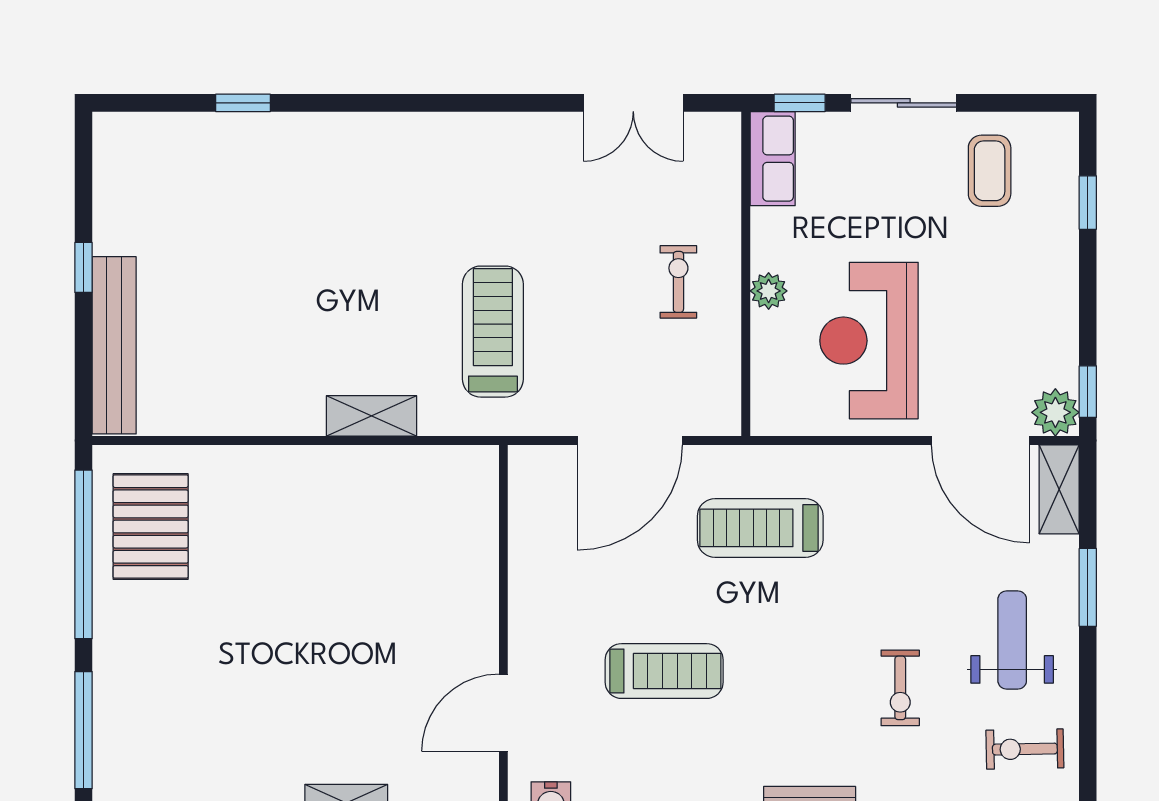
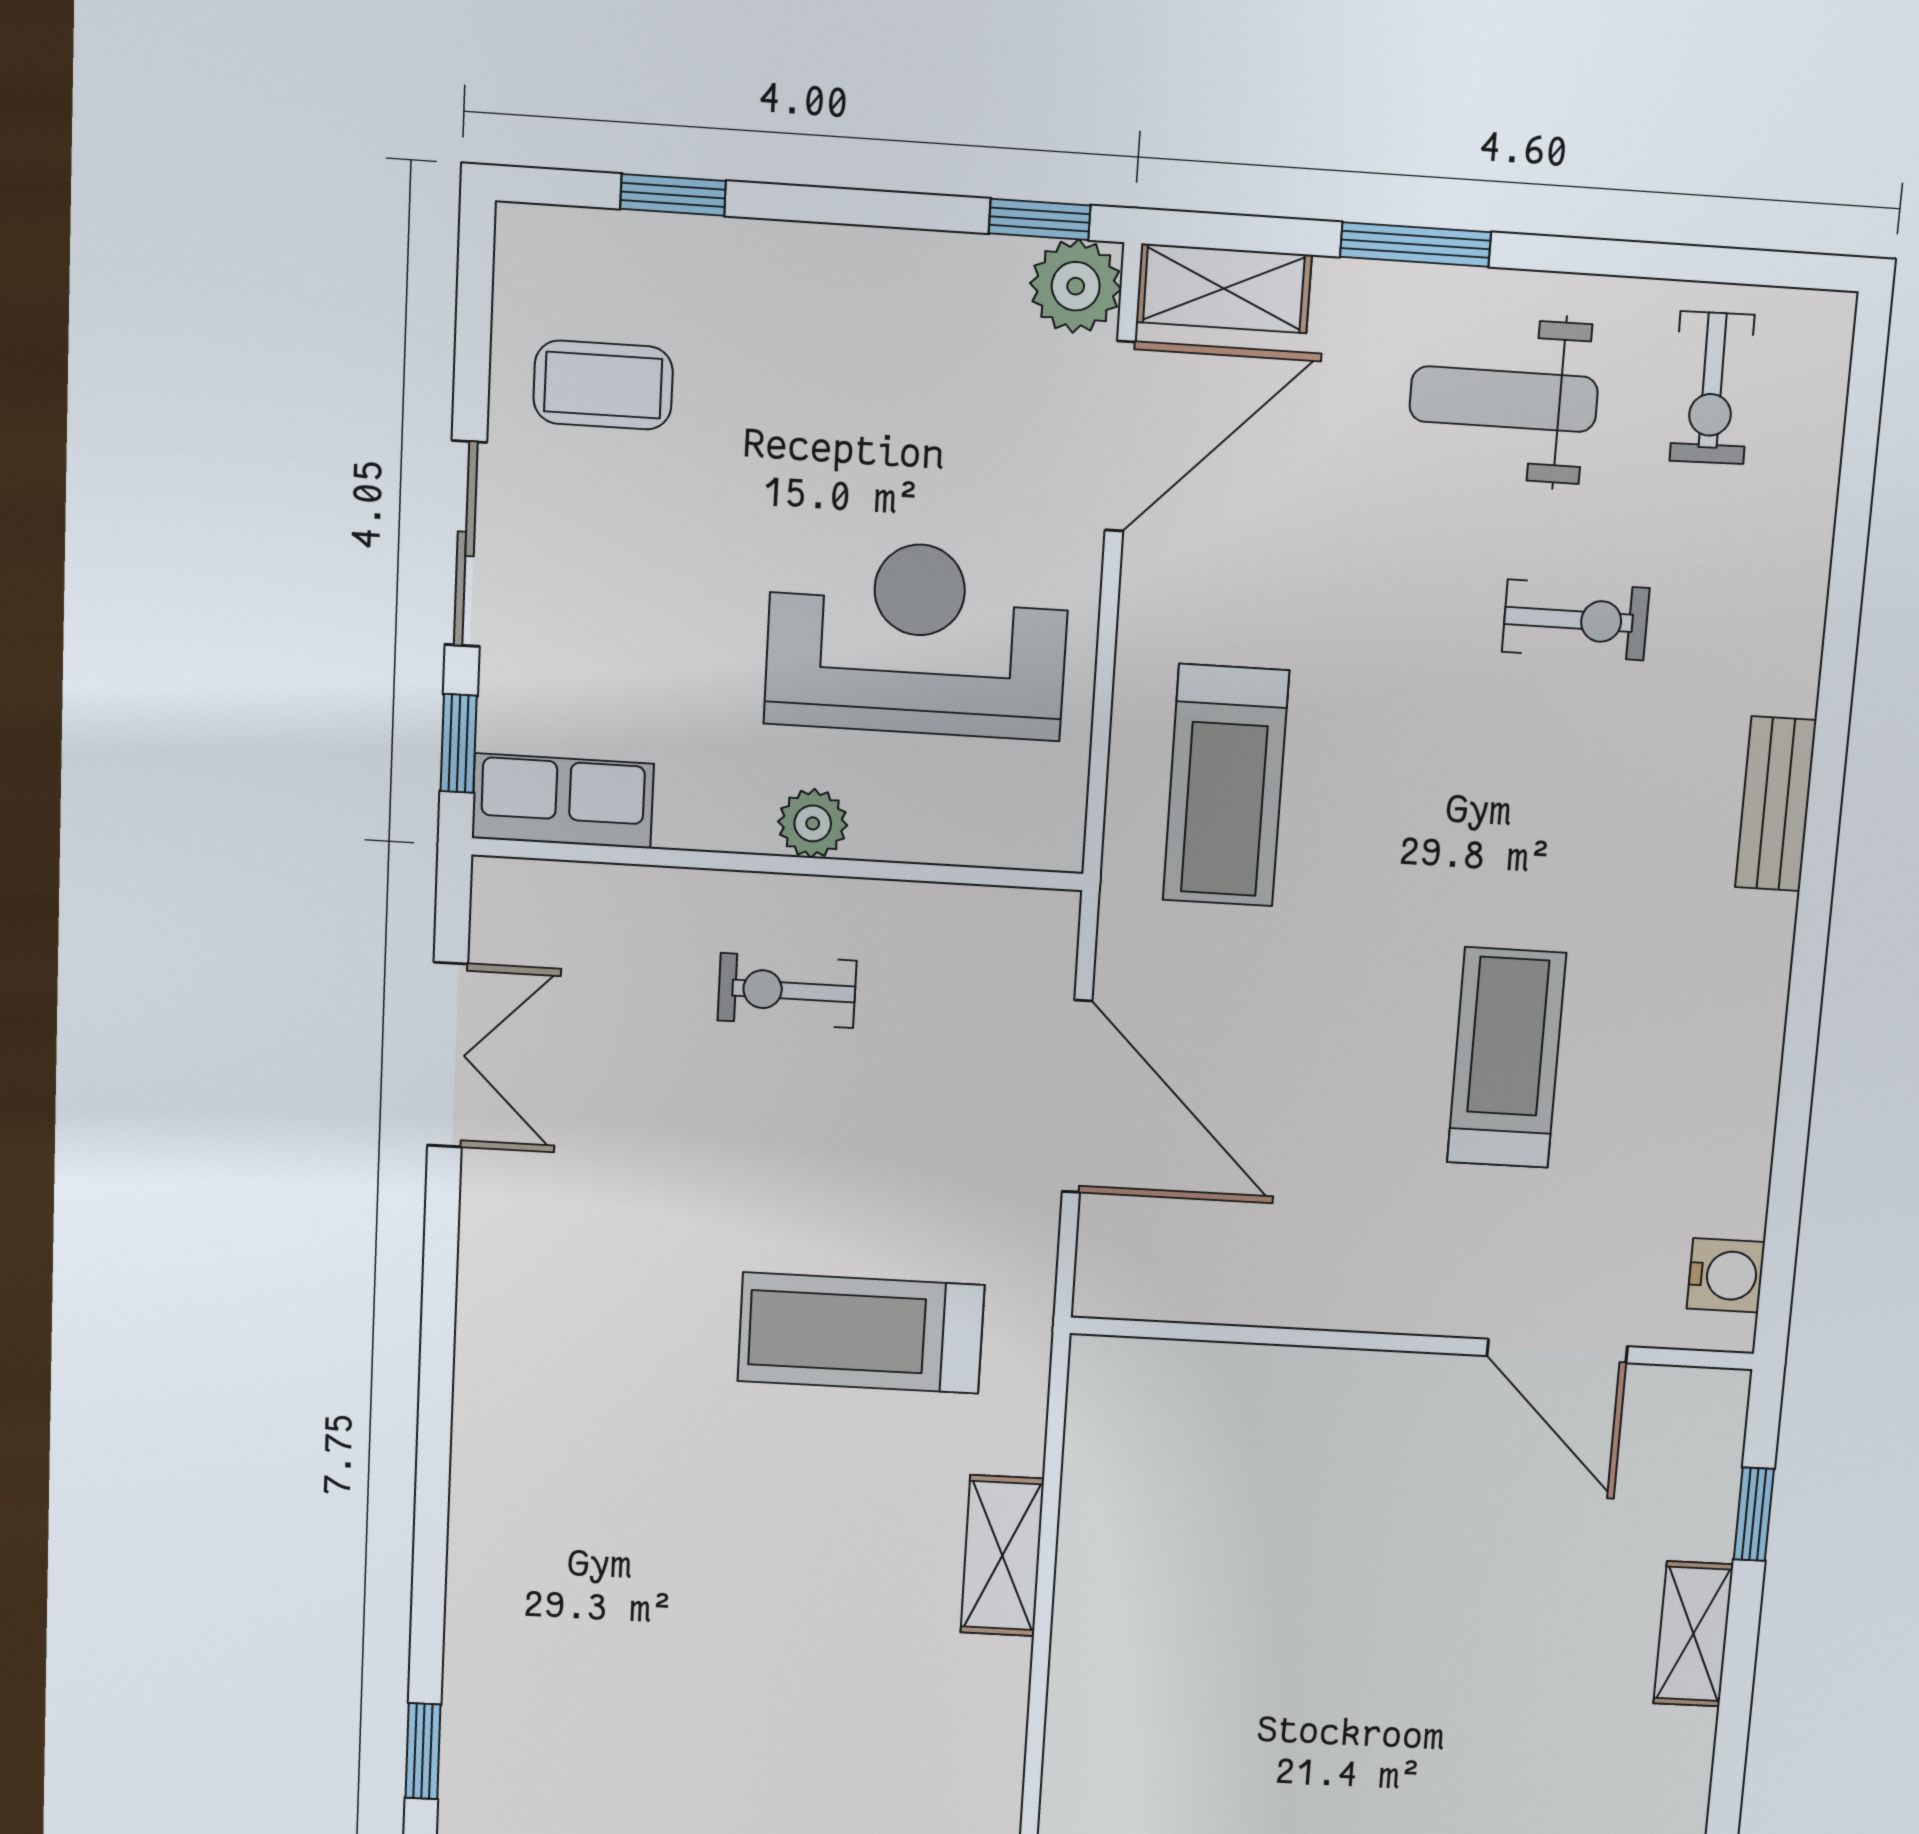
reception desk: (869, 341) -> (917, 639), turned 180
treadmill: (760, 528) -> (1226, 785), moved

